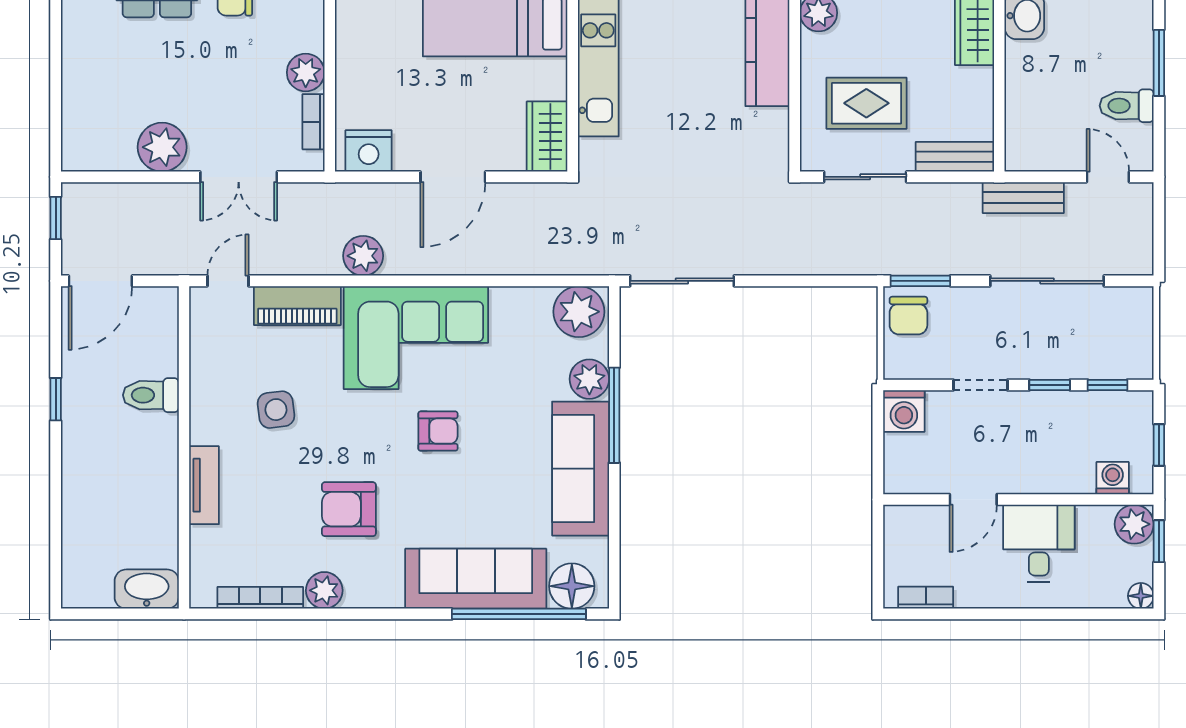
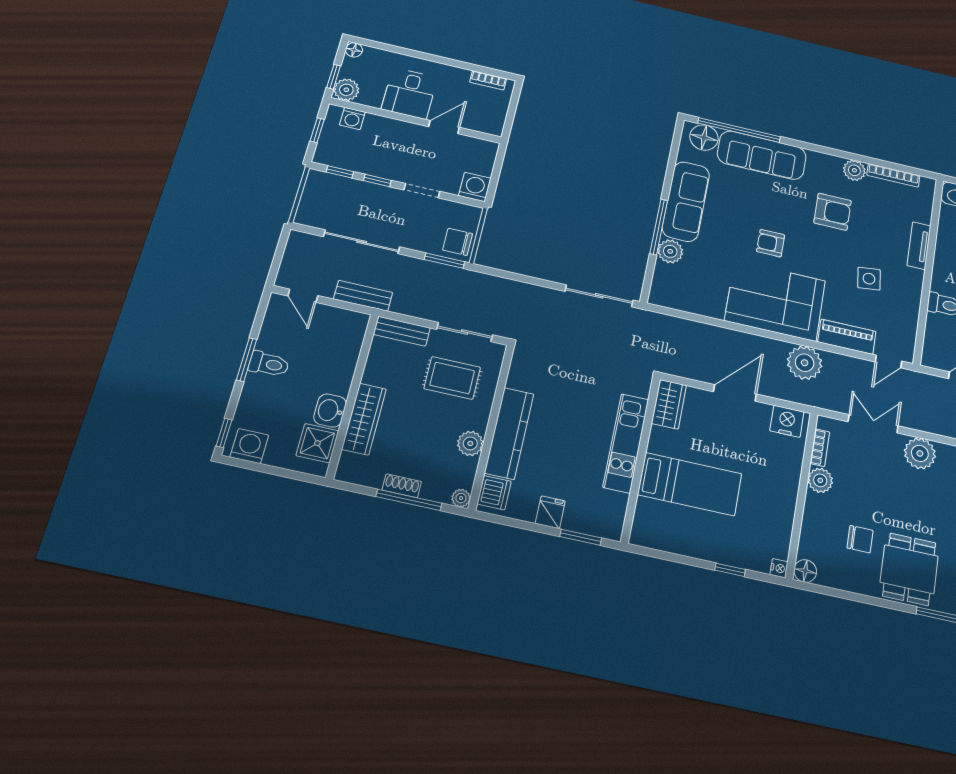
toilet: (1127, 106) -> (269, 364), moved
plant: (363, 256) -> (805, 363), width x1.36, depth x1.36
plant: (579, 312) -> (669, 292), removed
chair: (908, 316) -> (458, 242), turned -90

